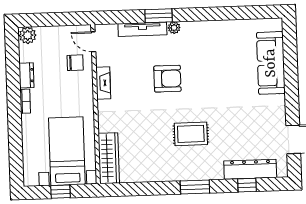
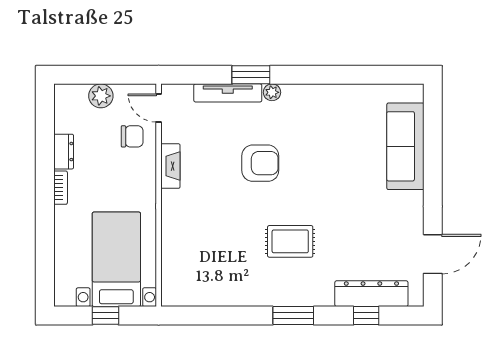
plant: (28, 35) -> (101, 96), moved
wardrobe: (109, 158) -> (174, 271), removed

